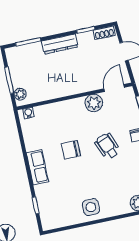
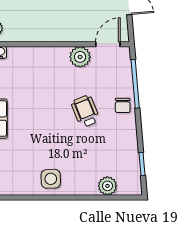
chair: (71, 150) -> (41, 106), removed

